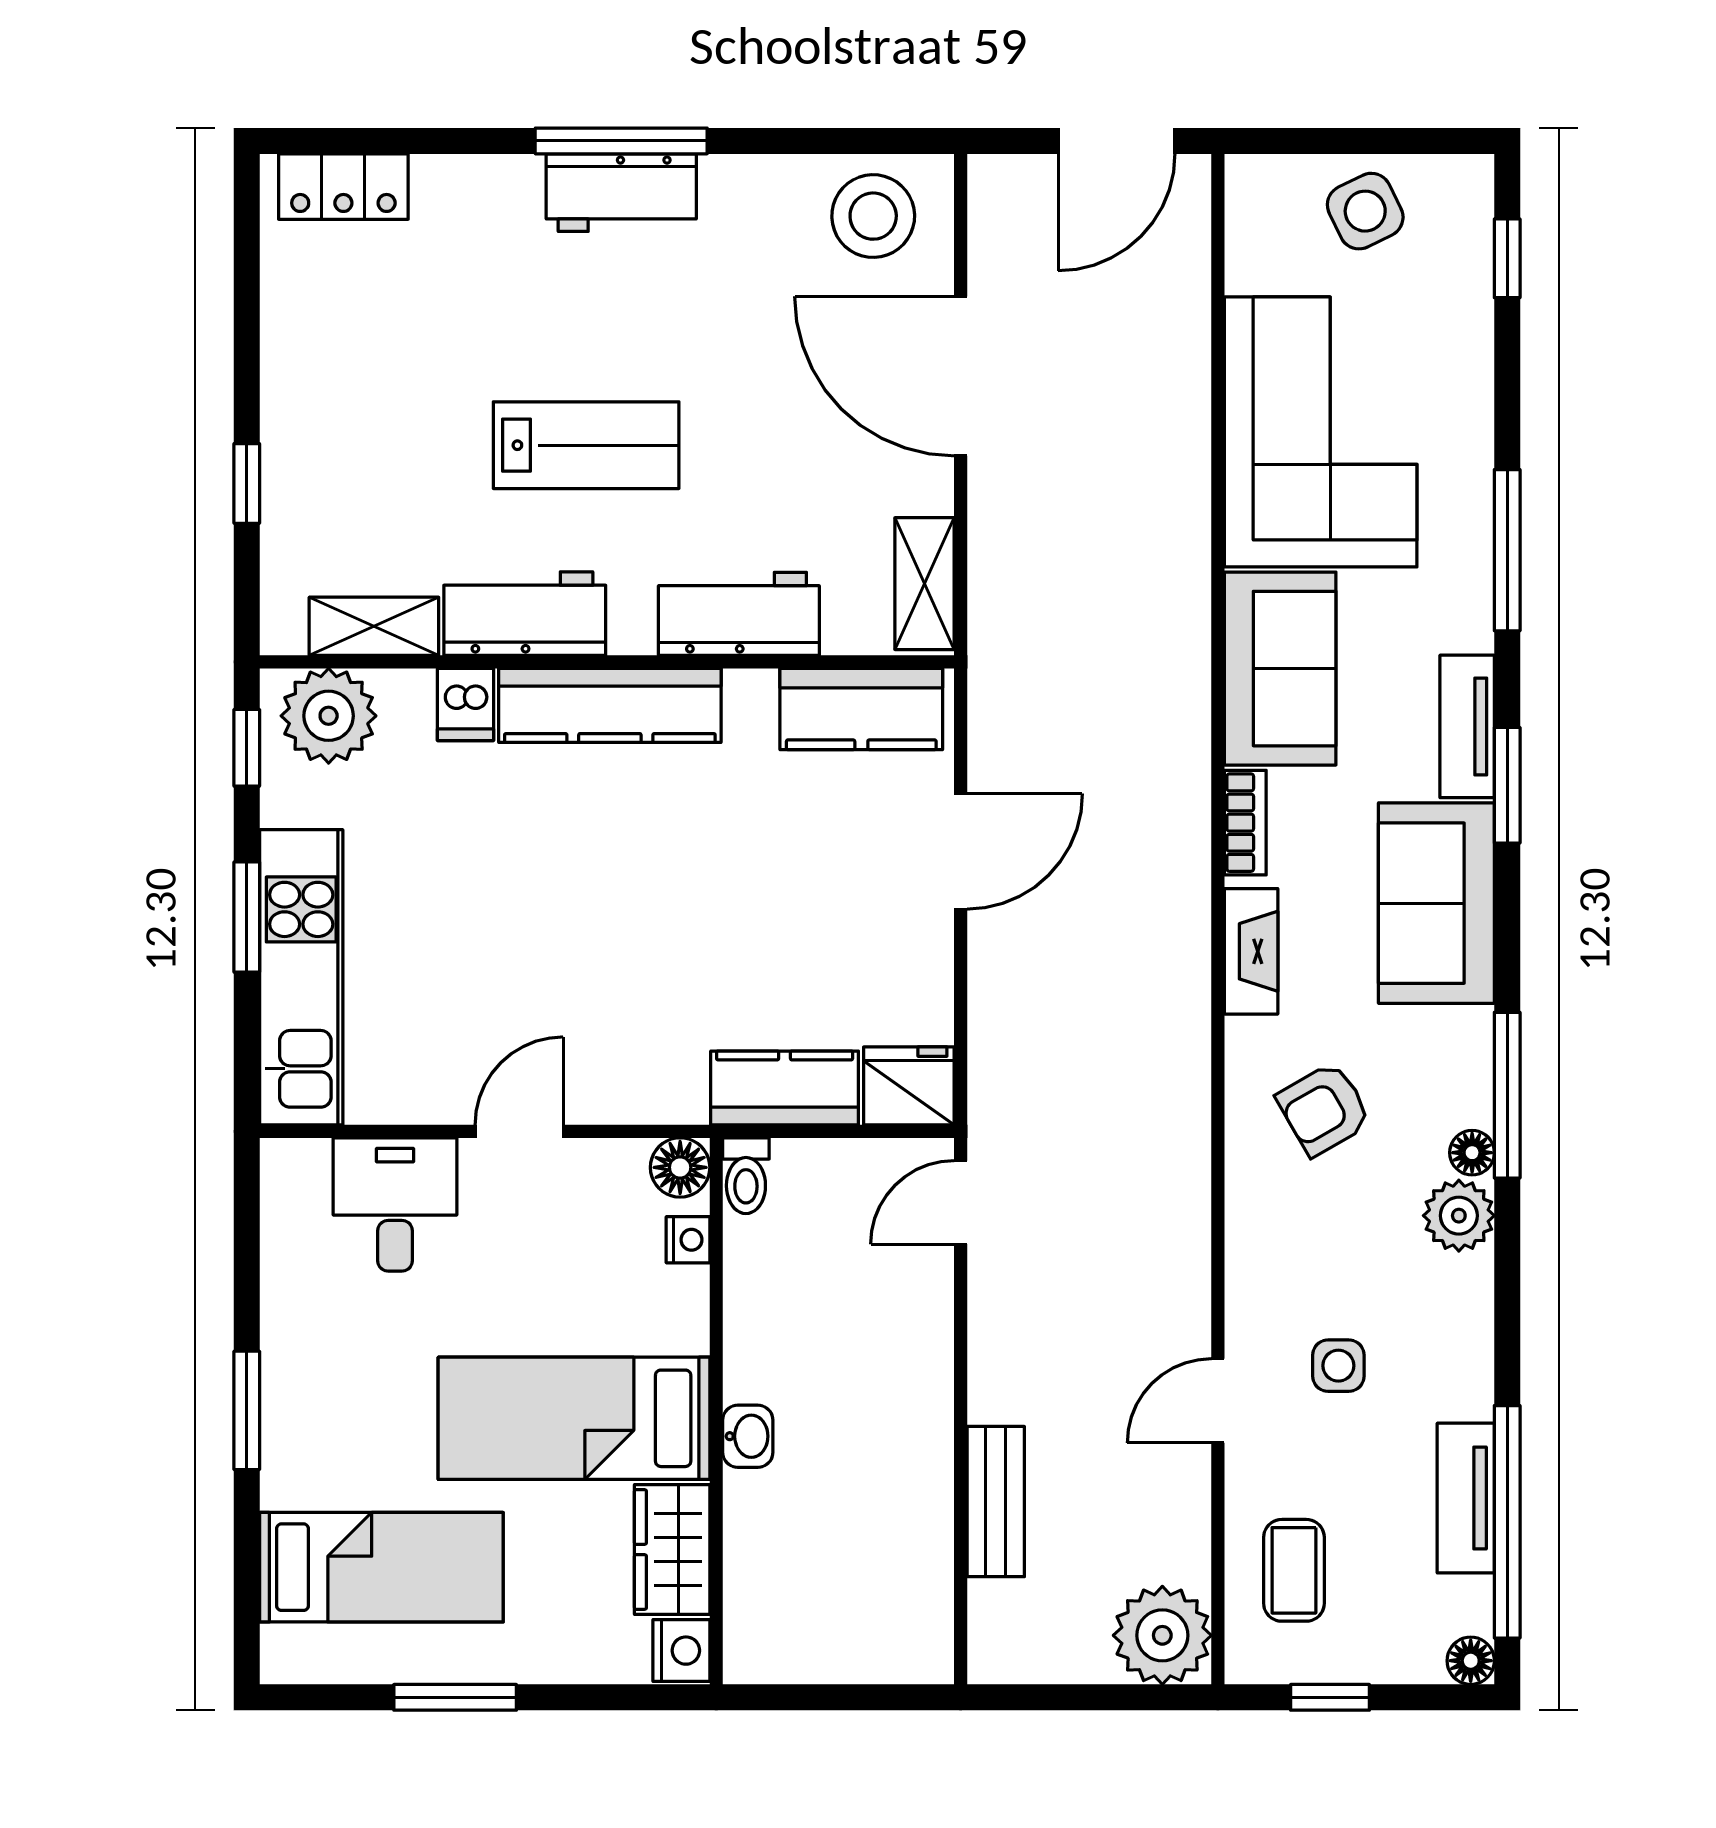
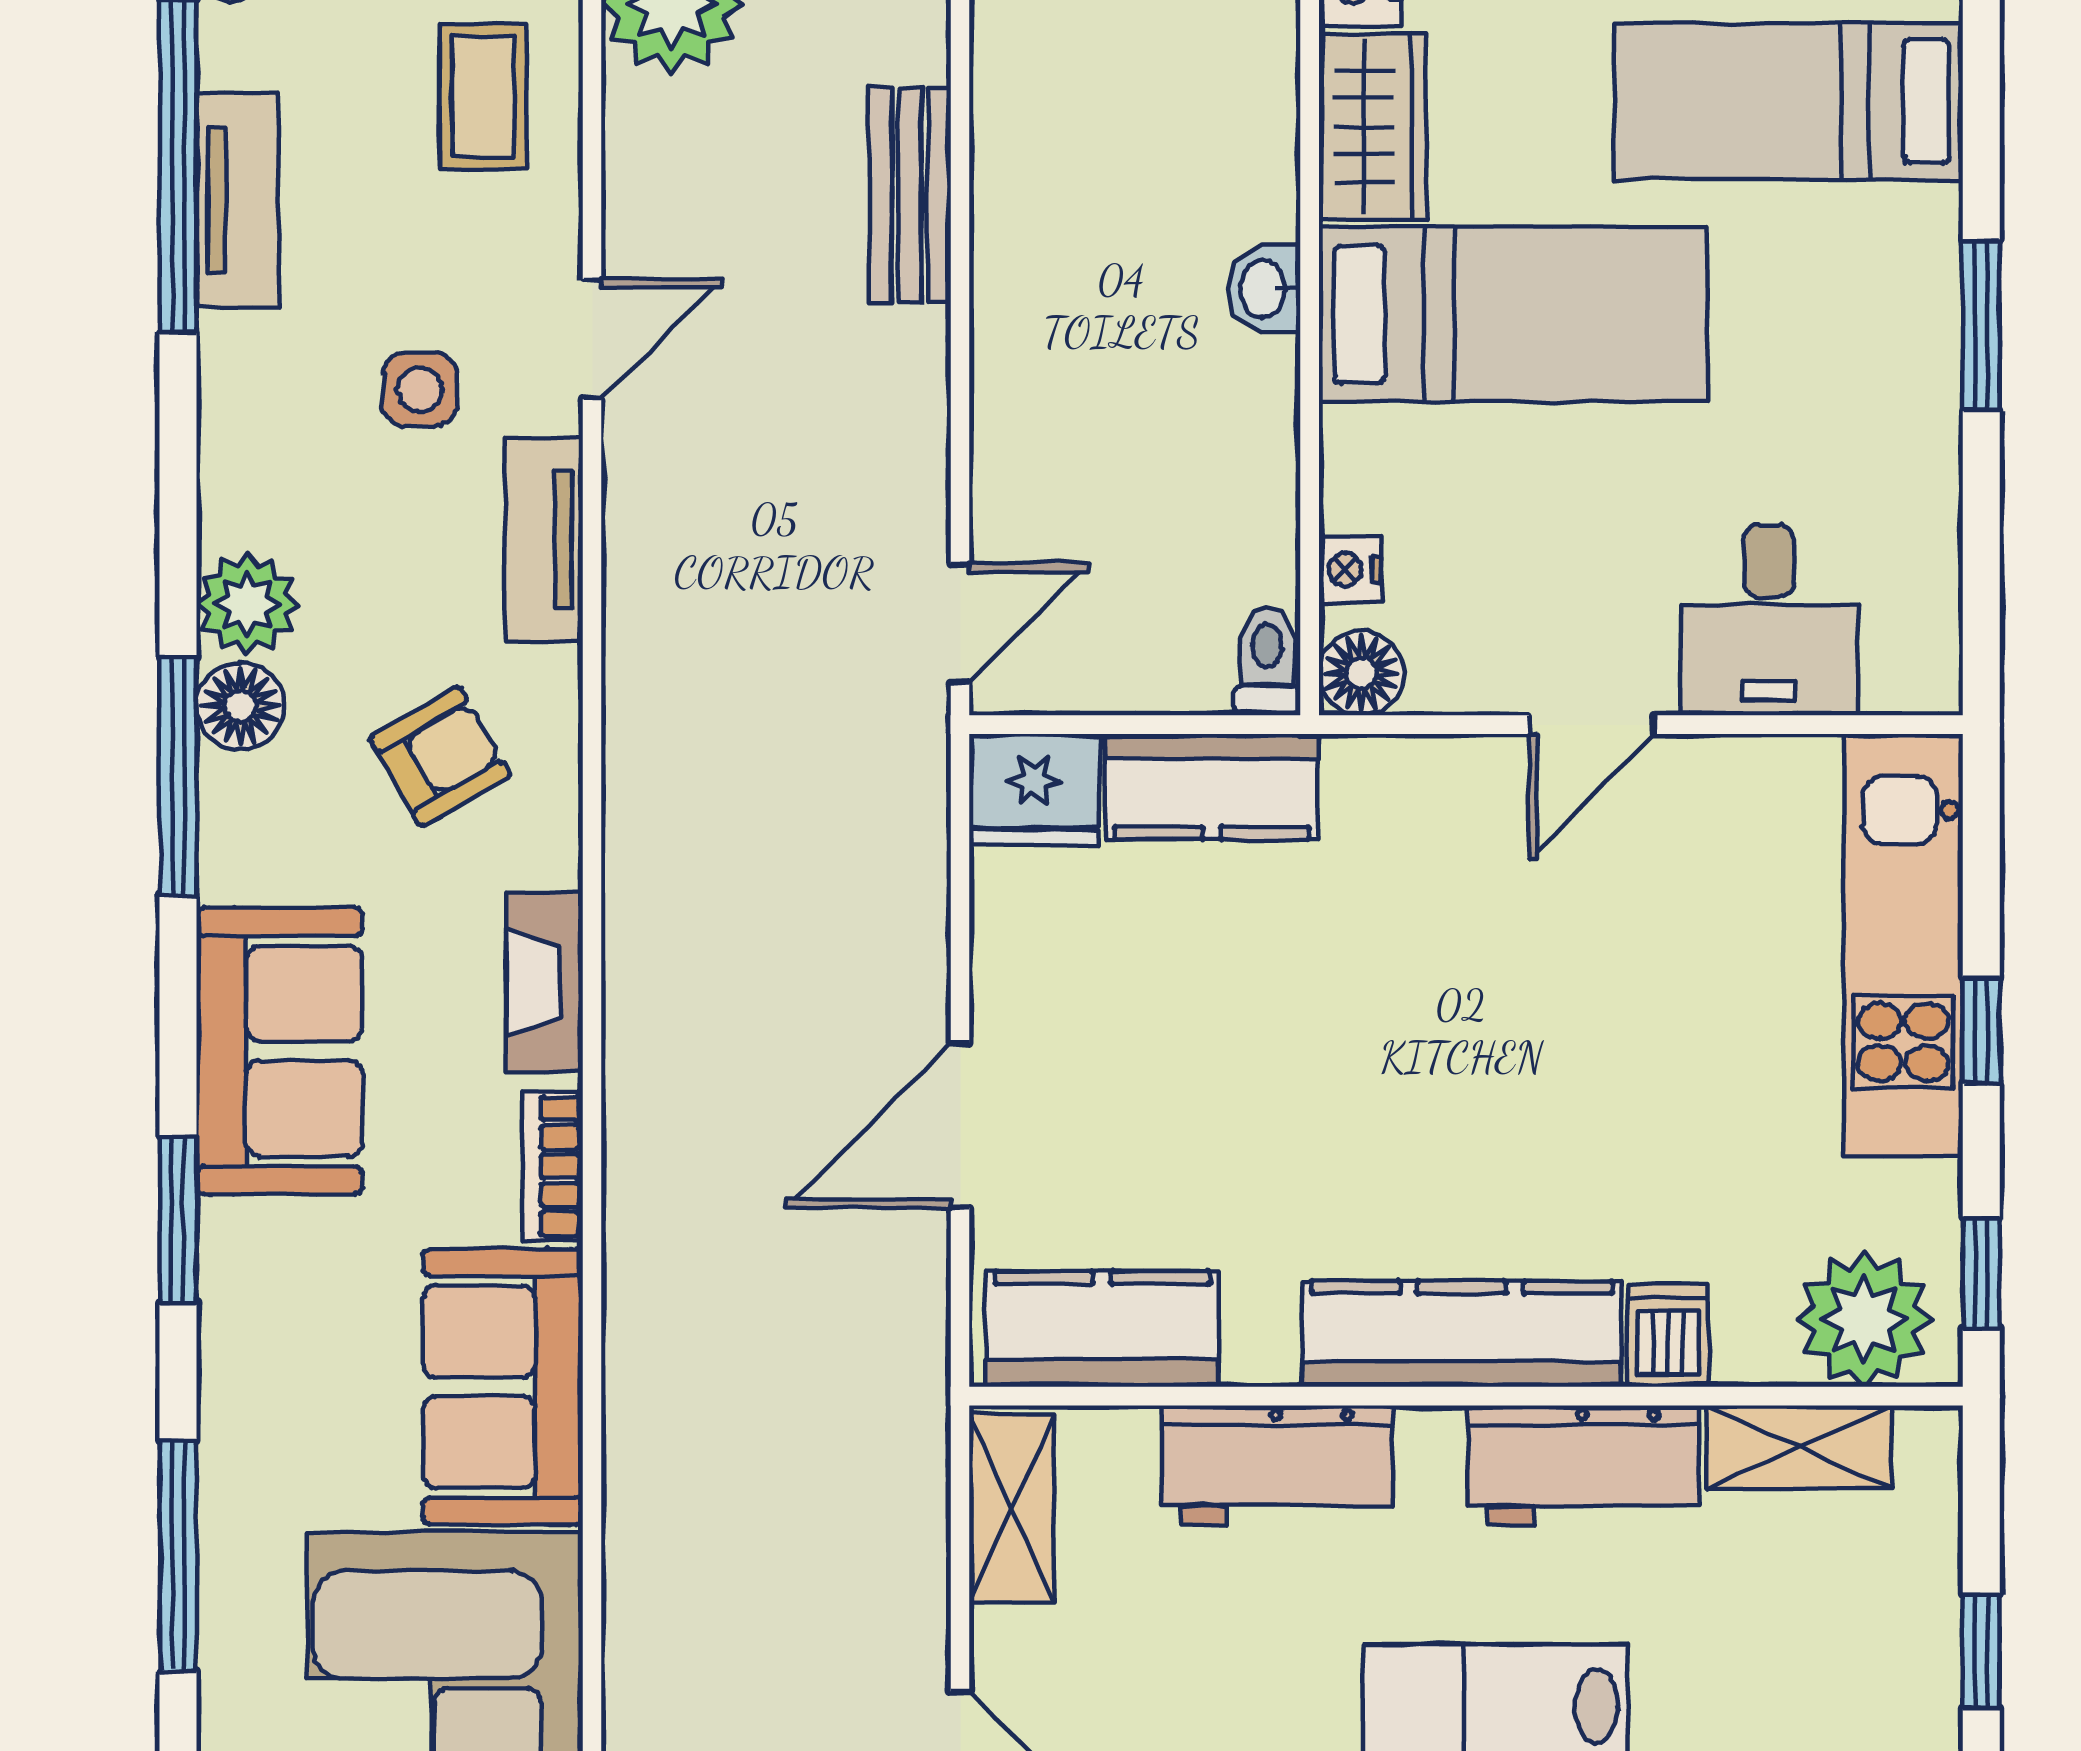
tv unit: (1467, 726) -> (544, 539), moved, turned 180
window: (247, 917) -> (1981, 1031), width x0.67
floor lamp: (1472, 1153) -> (240, 706), width x1.37, depth x1.37

